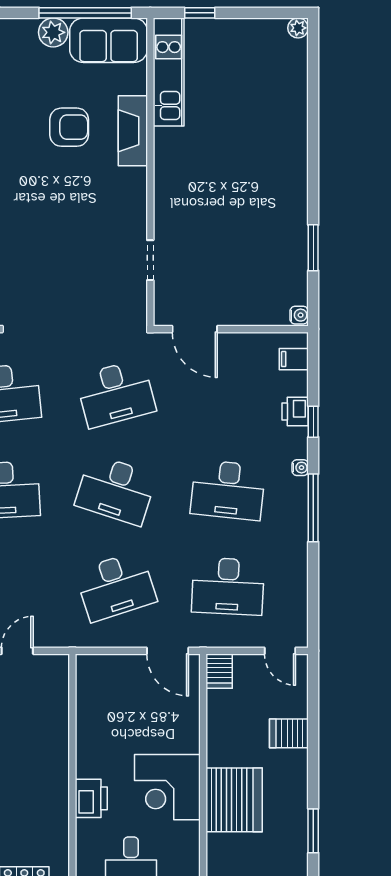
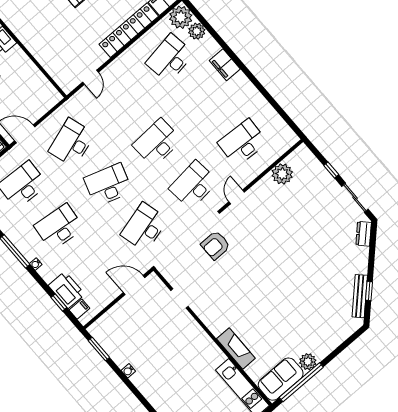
armchair: (69, 127) -> (215, 245), moved
window: (313, 248) -> (99, 349), moved
water cooler: (299, 315) -> (128, 371), moved
printer: (295, 411) -> (67, 290), width x1.87, depth x1.48
window: (313, 422) -> (59, 303), moved

